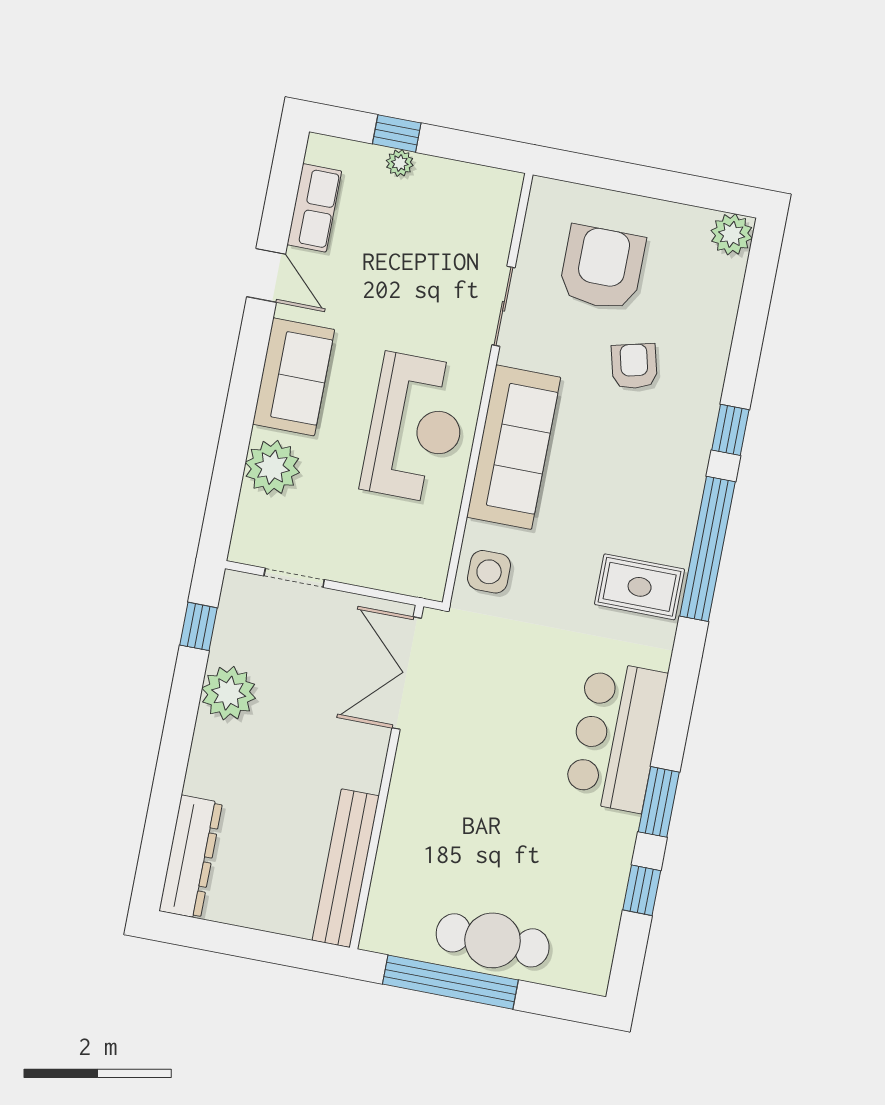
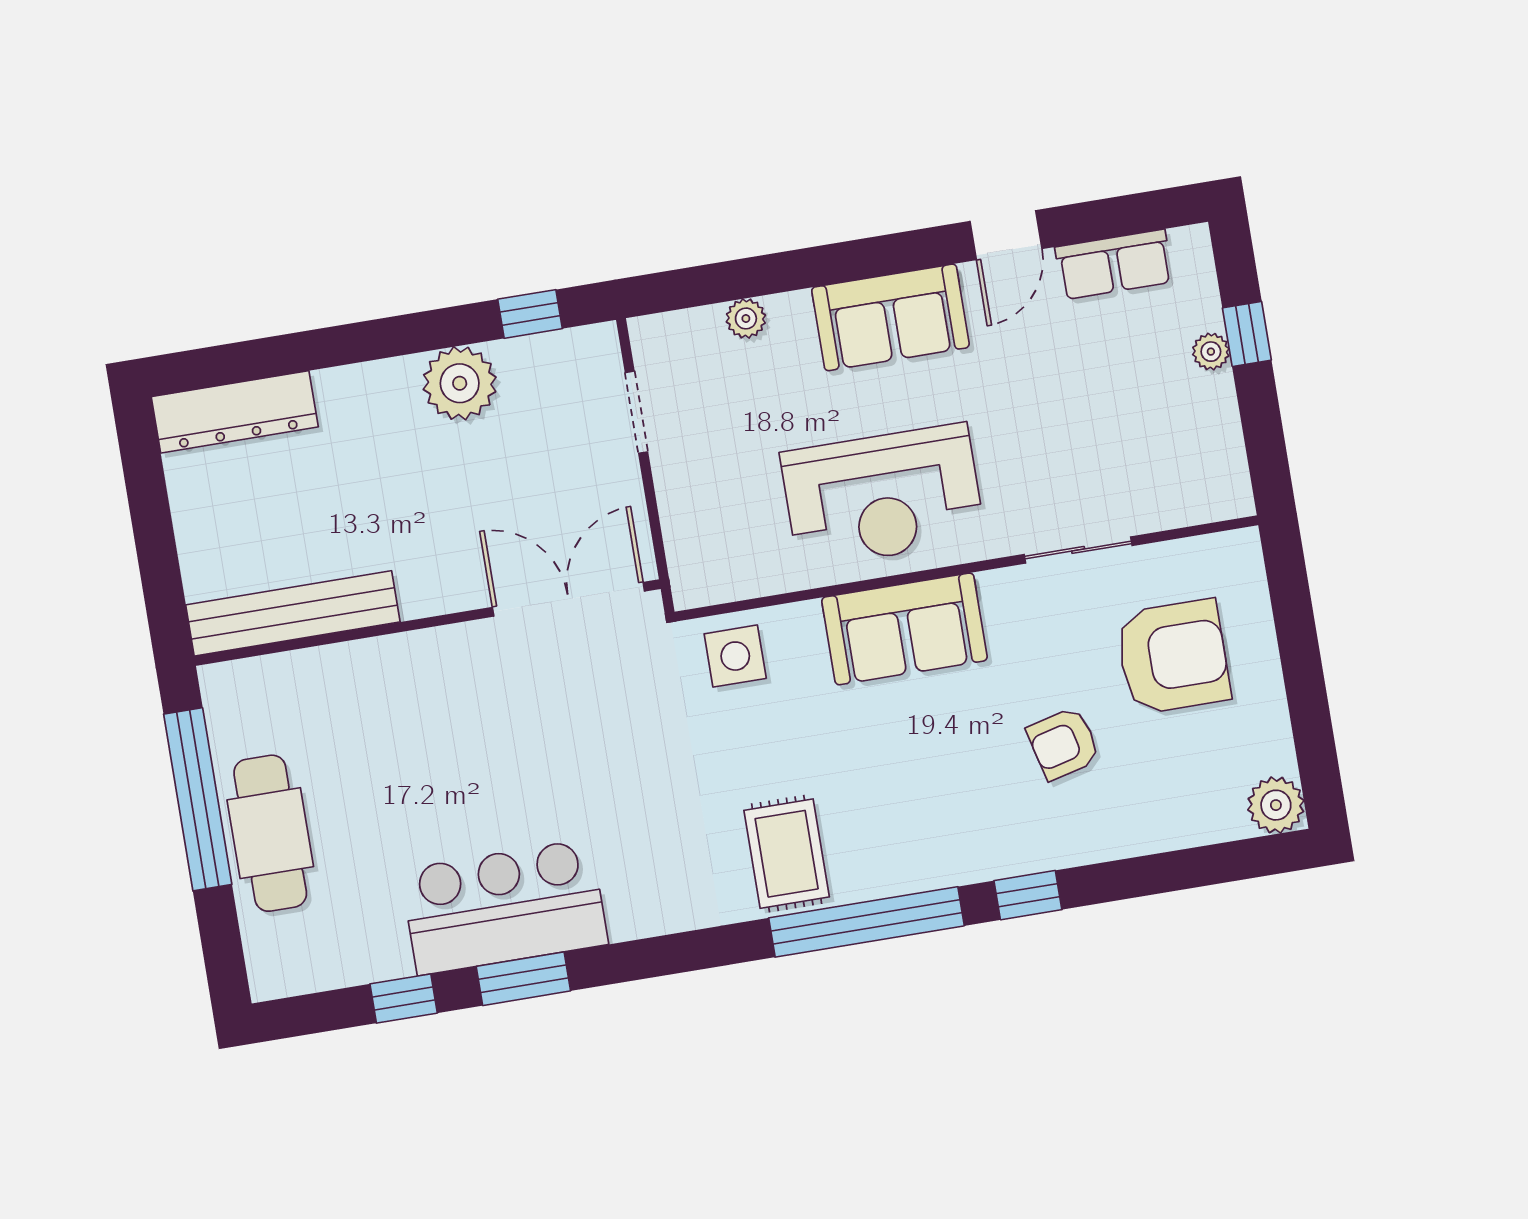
armchair: (634, 366) -> (1063, 744), turned 180
sofa: (514, 447) -> (904, 629), width x0.73
plant: (272, 467) -> (746, 318), width x0.53, depth x0.53
bar counter: (616, 736) -> (504, 907), moved

